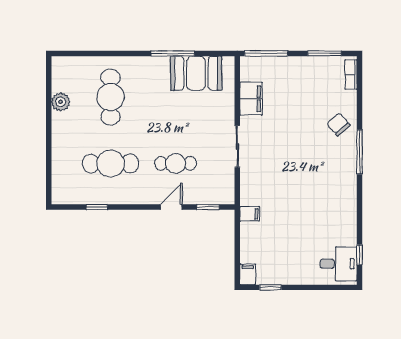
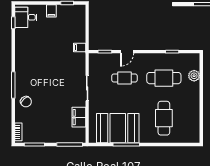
booth: (196, 73) -> (118, 128), width x1.36, depth x1.42
plant: (61, 102) -> (194, 76), moved
filing cabinet: (248, 274) -> (51, 11), moved

